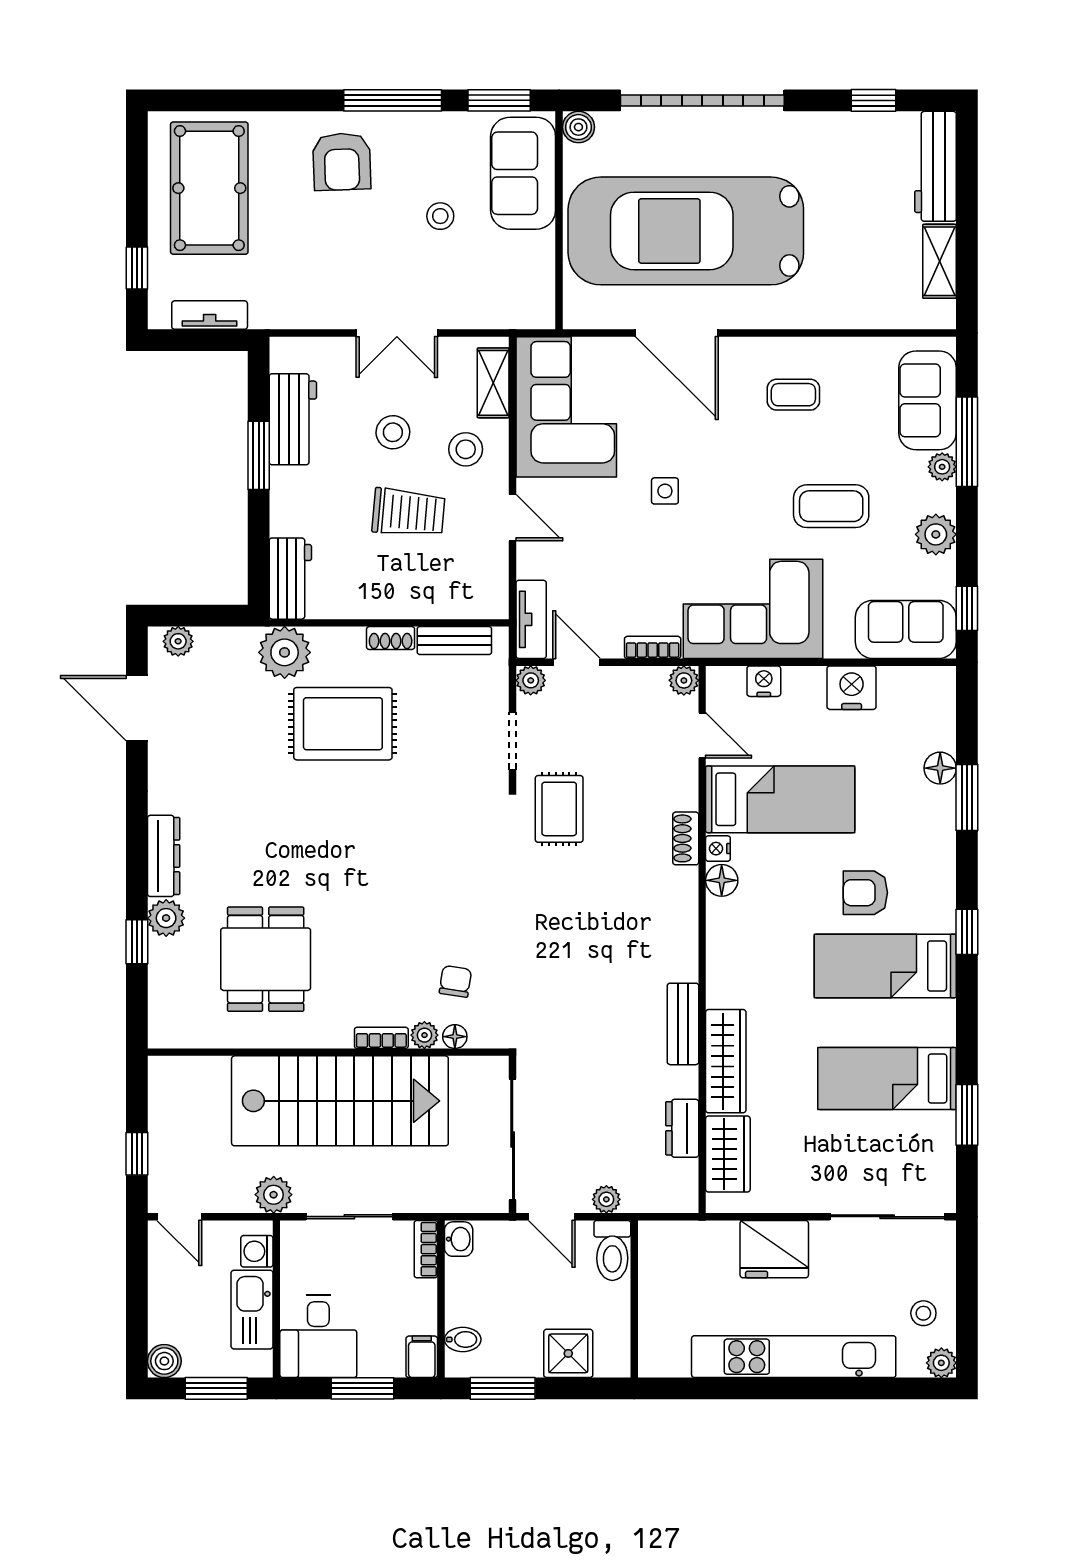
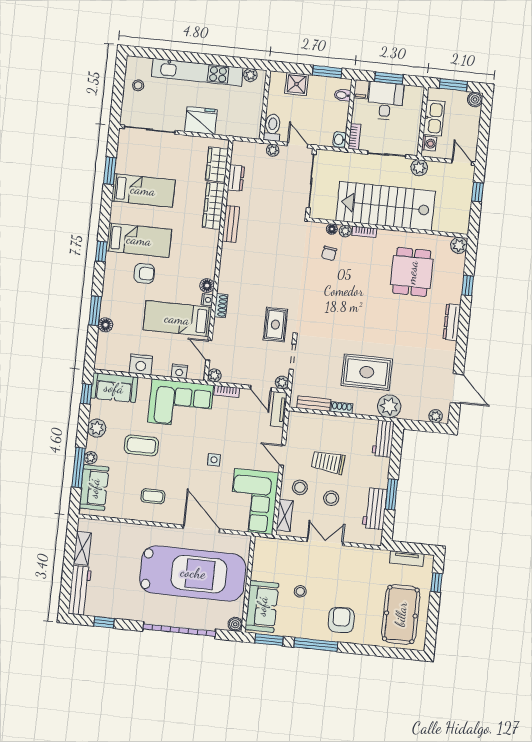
plant: (166, 918) -> (459, 245), moved
desk: (318, 1336) -> (385, 101), moved
plant: (941, 1363) -> (250, 75), moved

